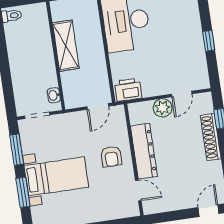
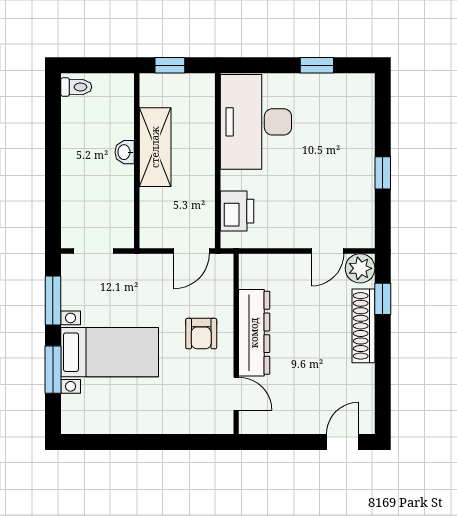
printer: (128, 90) -> (237, 211), moved, turned 90
washbasin: (54, 95) -> (125, 152), moved
plant: (163, 108) -> (360, 268), moved

